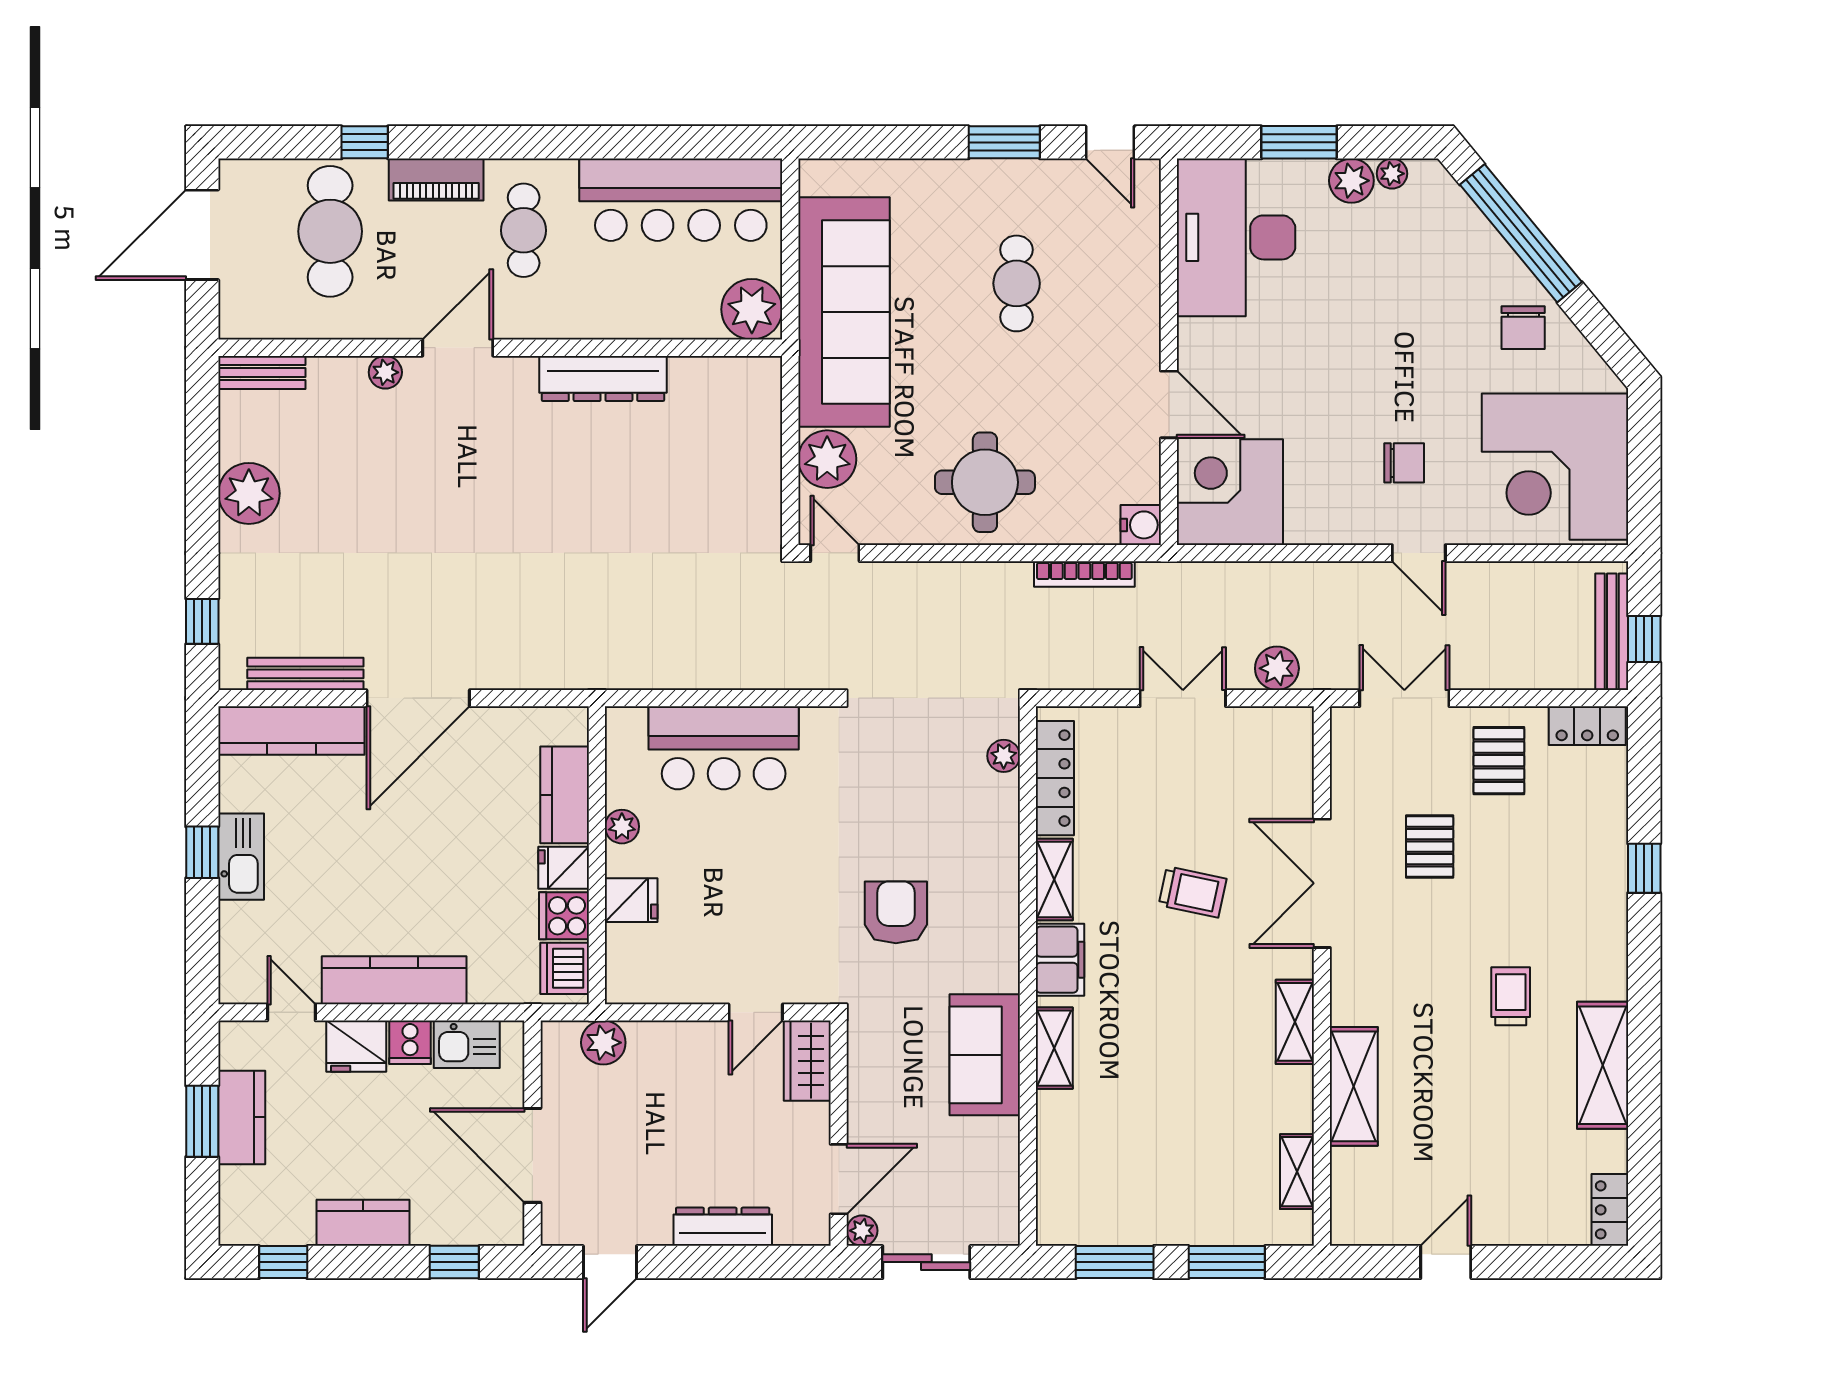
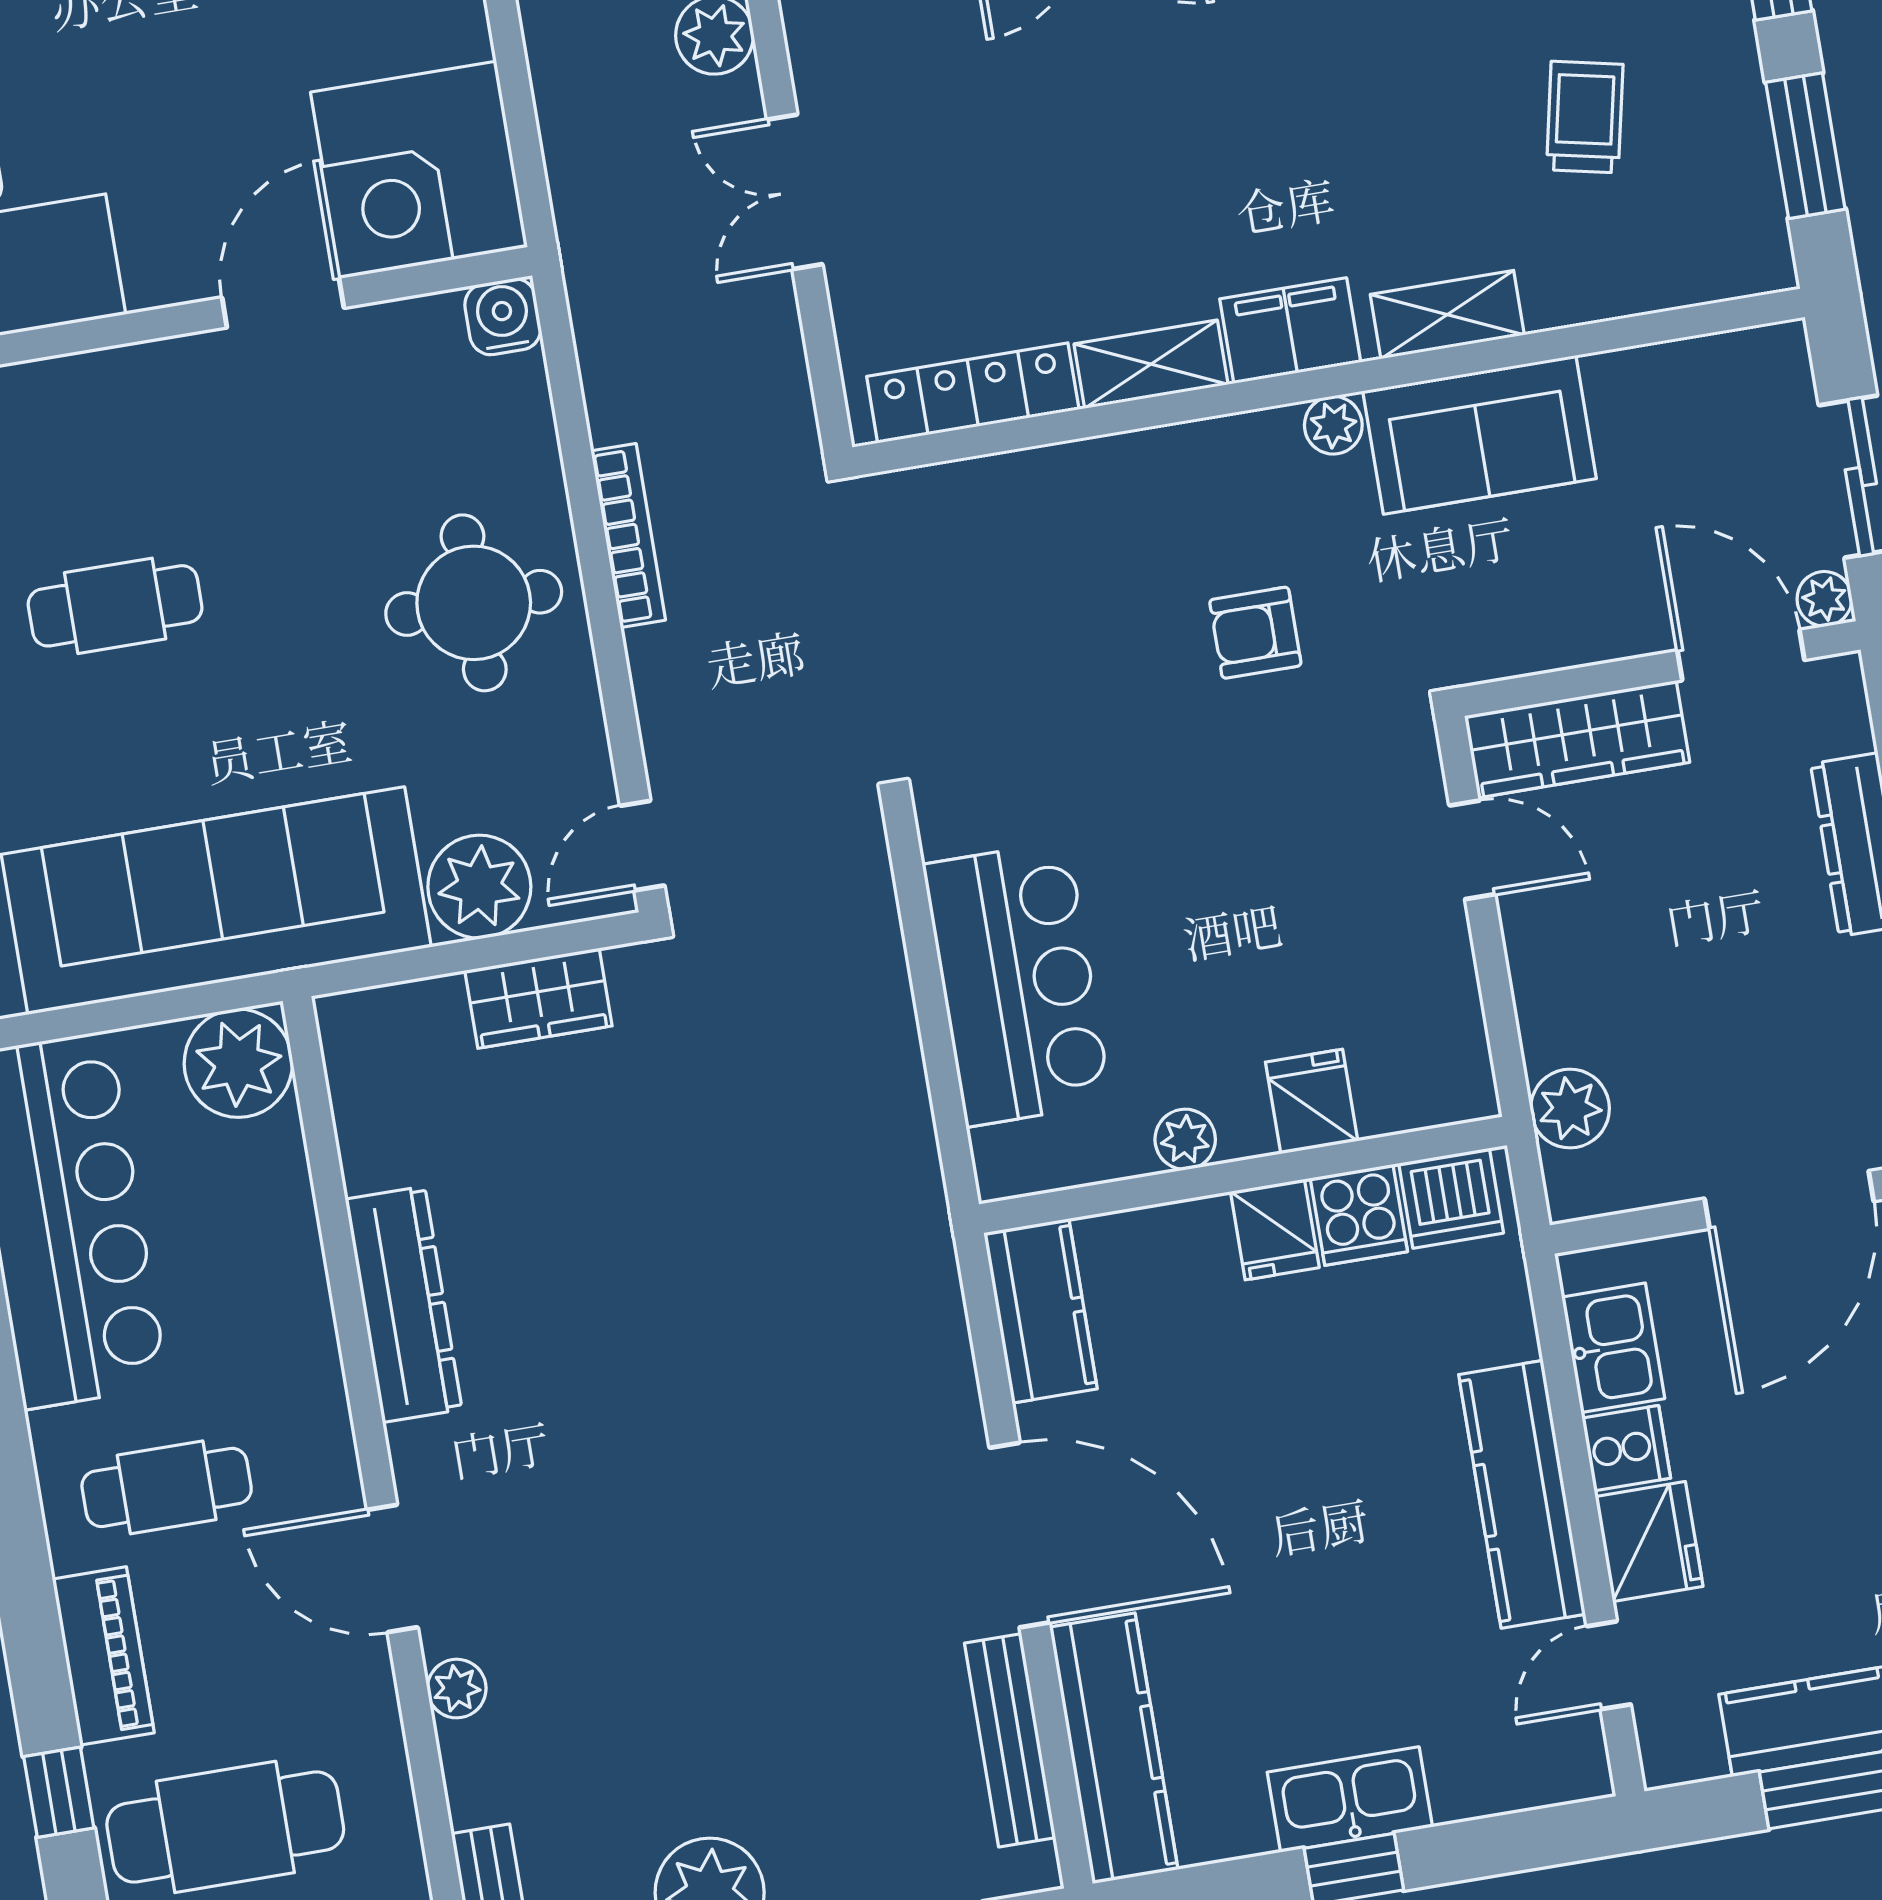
wardrobe: (760, 482) -> (538, 998), added
bookcase: (1084, 574) -> (628, 536), moved
plant: (1004, 756) -> (1333, 425), moved
kitchen counter: (565, 795) -> (1040, 1311), moved, turned -90
trolley: (1193, 892) -> (1585, 117), moved
armchair: (896, 912) -> (1255, 633), width x0.72, depth x0.72
wardrobe: (807, 1061) -> (1577, 739), width x1.50

